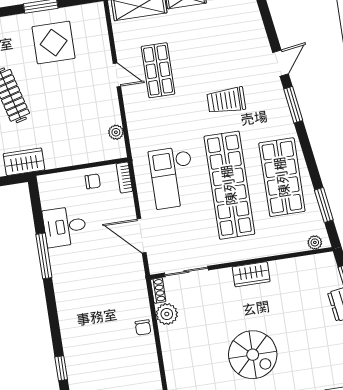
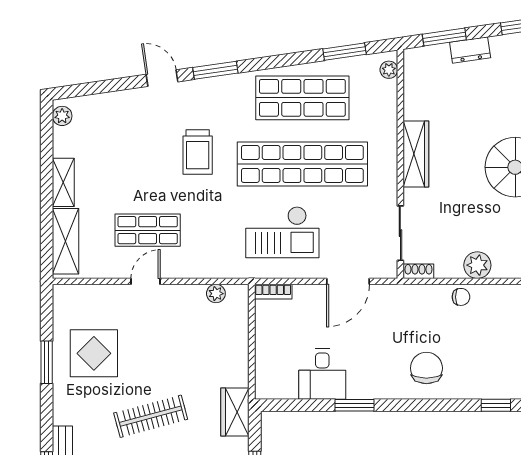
chair: (93, 181) -> (426, 368), moved, width x1.87, depth x1.87
window: (44, 256) -> (354, 405), width x0.69
wardrobe: (251, 274) -> (416, 154), width x1.50
plant: (167, 314) -> (477, 265), moved

